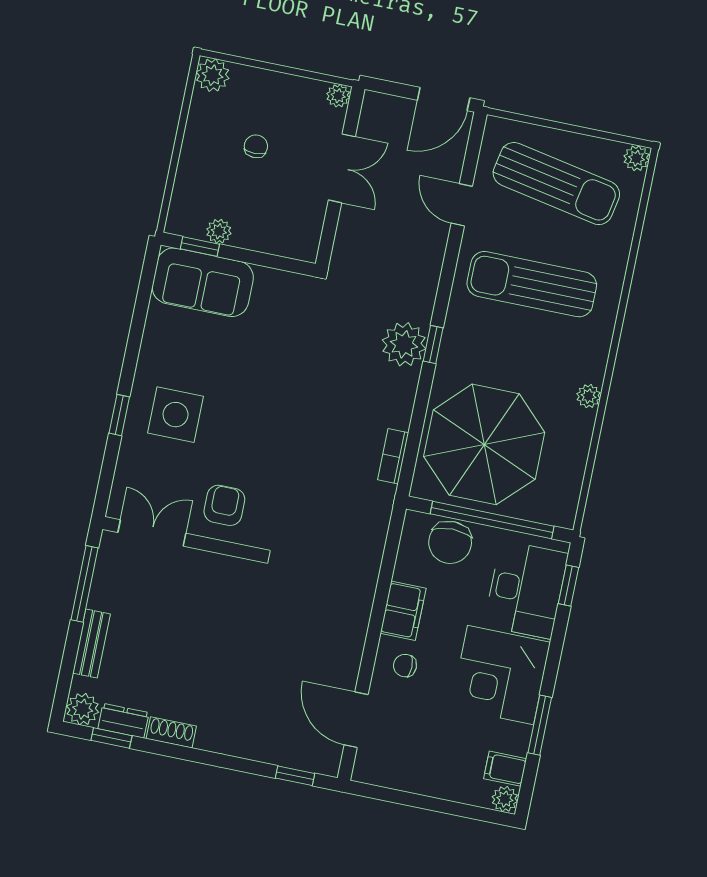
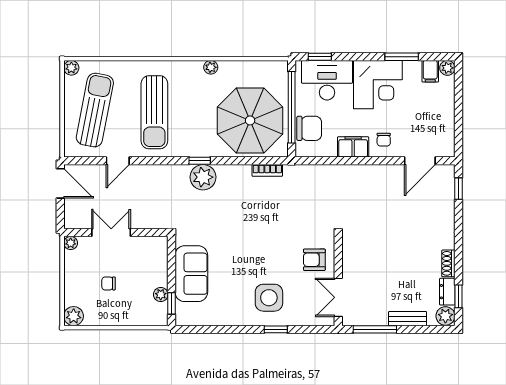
sofa: (203, 282) -> (191, 274), moved

